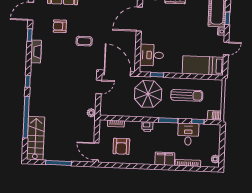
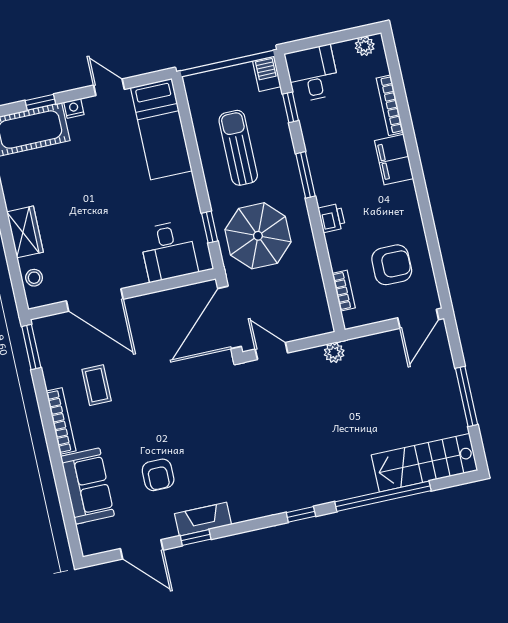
coffee table: (84, 41) -> (97, 385), moved
fireplace: (36, 51) -> (203, 519), moved
desk: (188, 134) -> (312, 74), moved, turned 90

